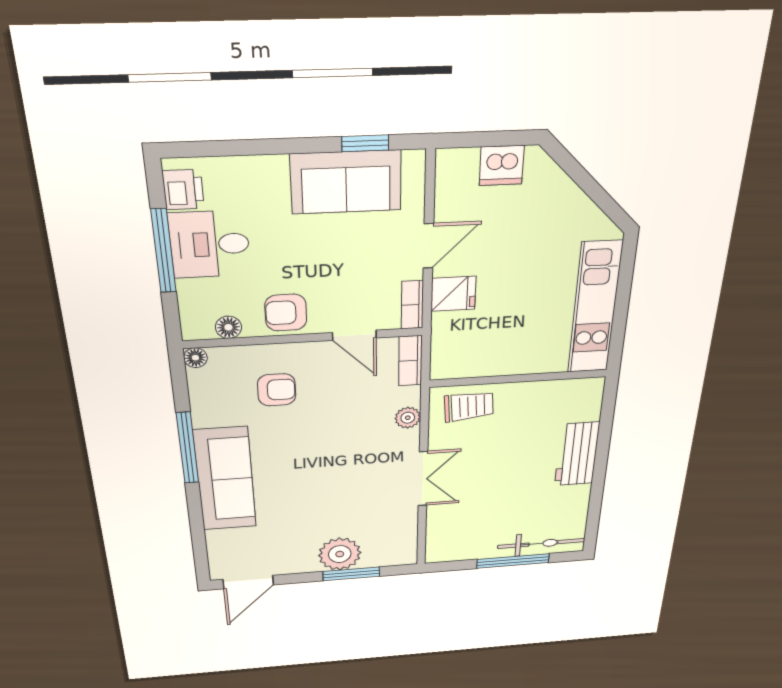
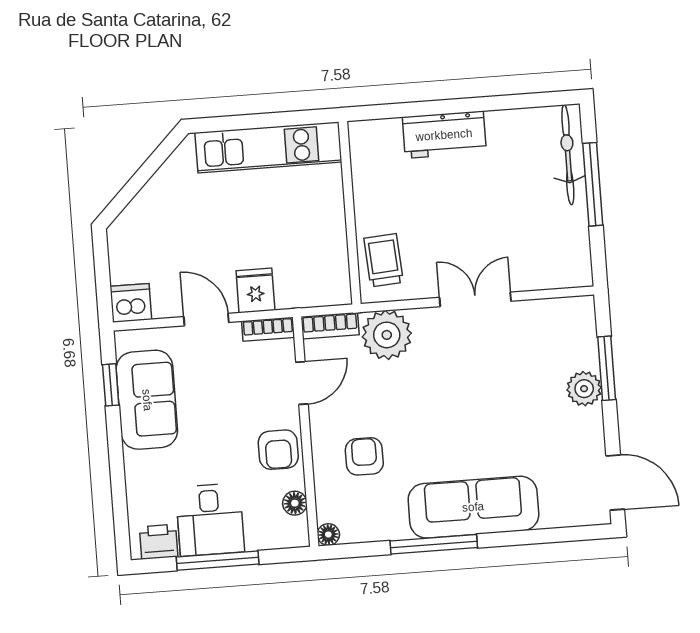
dishwasher: (502, 166) -> (131, 303), moved, turned -90
plant: (408, 418) -> (387, 335), width x1.88, depth x1.88
plant: (340, 554) -> (584, 389), width x0.73, depth x0.73

